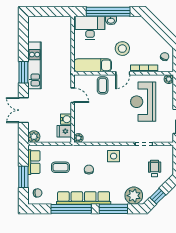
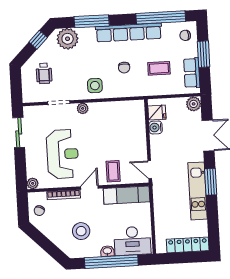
locker: (45, 22) -> (188, 245), added
stool: (122, 49) -> (81, 231), moved
door: (73, 95) -> (150, 170), moved
plant: (79, 138) -> (83, 108), moved
window: (71, 209) -> (161, 17), moved

